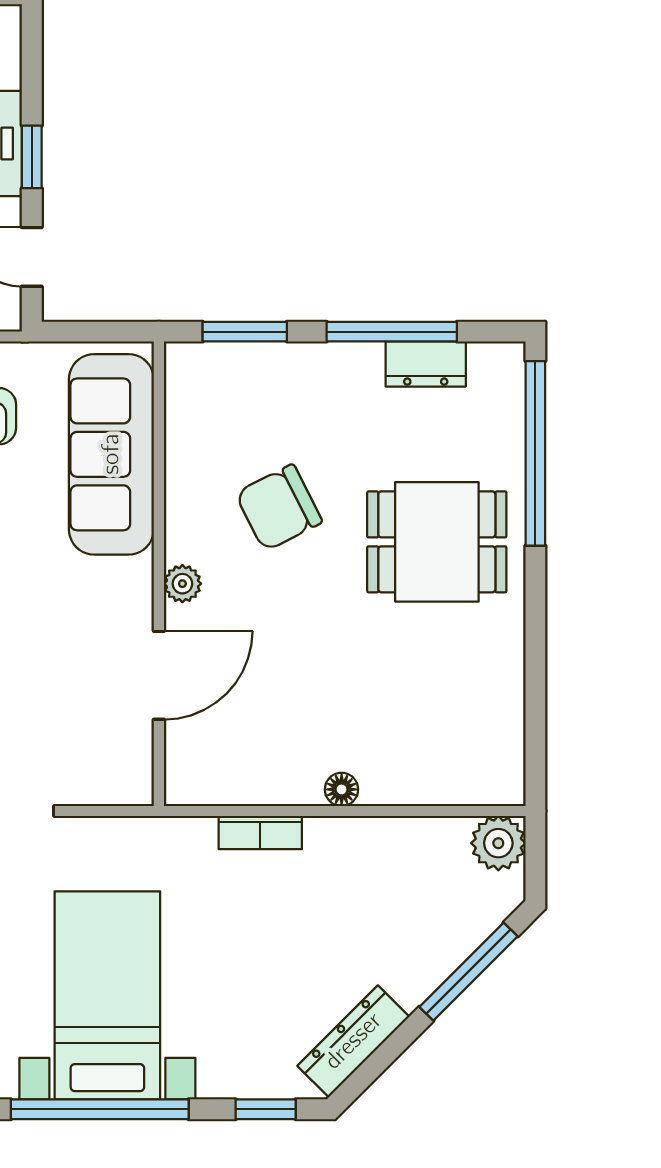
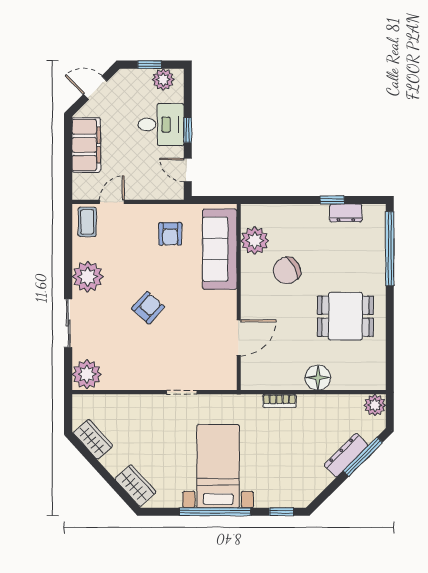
window: (245, 332) -> (273, 200), removed
window: (392, 332) -> (332, 200), width x0.46
dining table: (437, 542) -> (345, 316), moved
plant: (182, 584) -> (255, 241), moved, width x1.88, depth x1.88
floor lamp: (342, 789) -> (318, 378), width x1.89, depth x1.89
dresser: (353, 1041) -> (346, 455), moved

